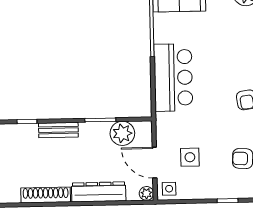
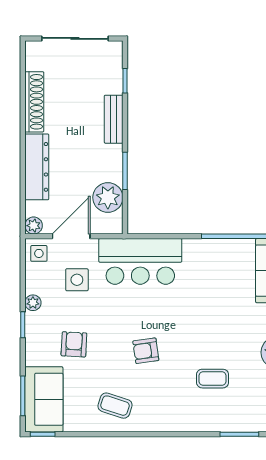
bar counter: (173, 77) -> (140, 261), moved
plant: (209, 193) -> (33, 303), added

